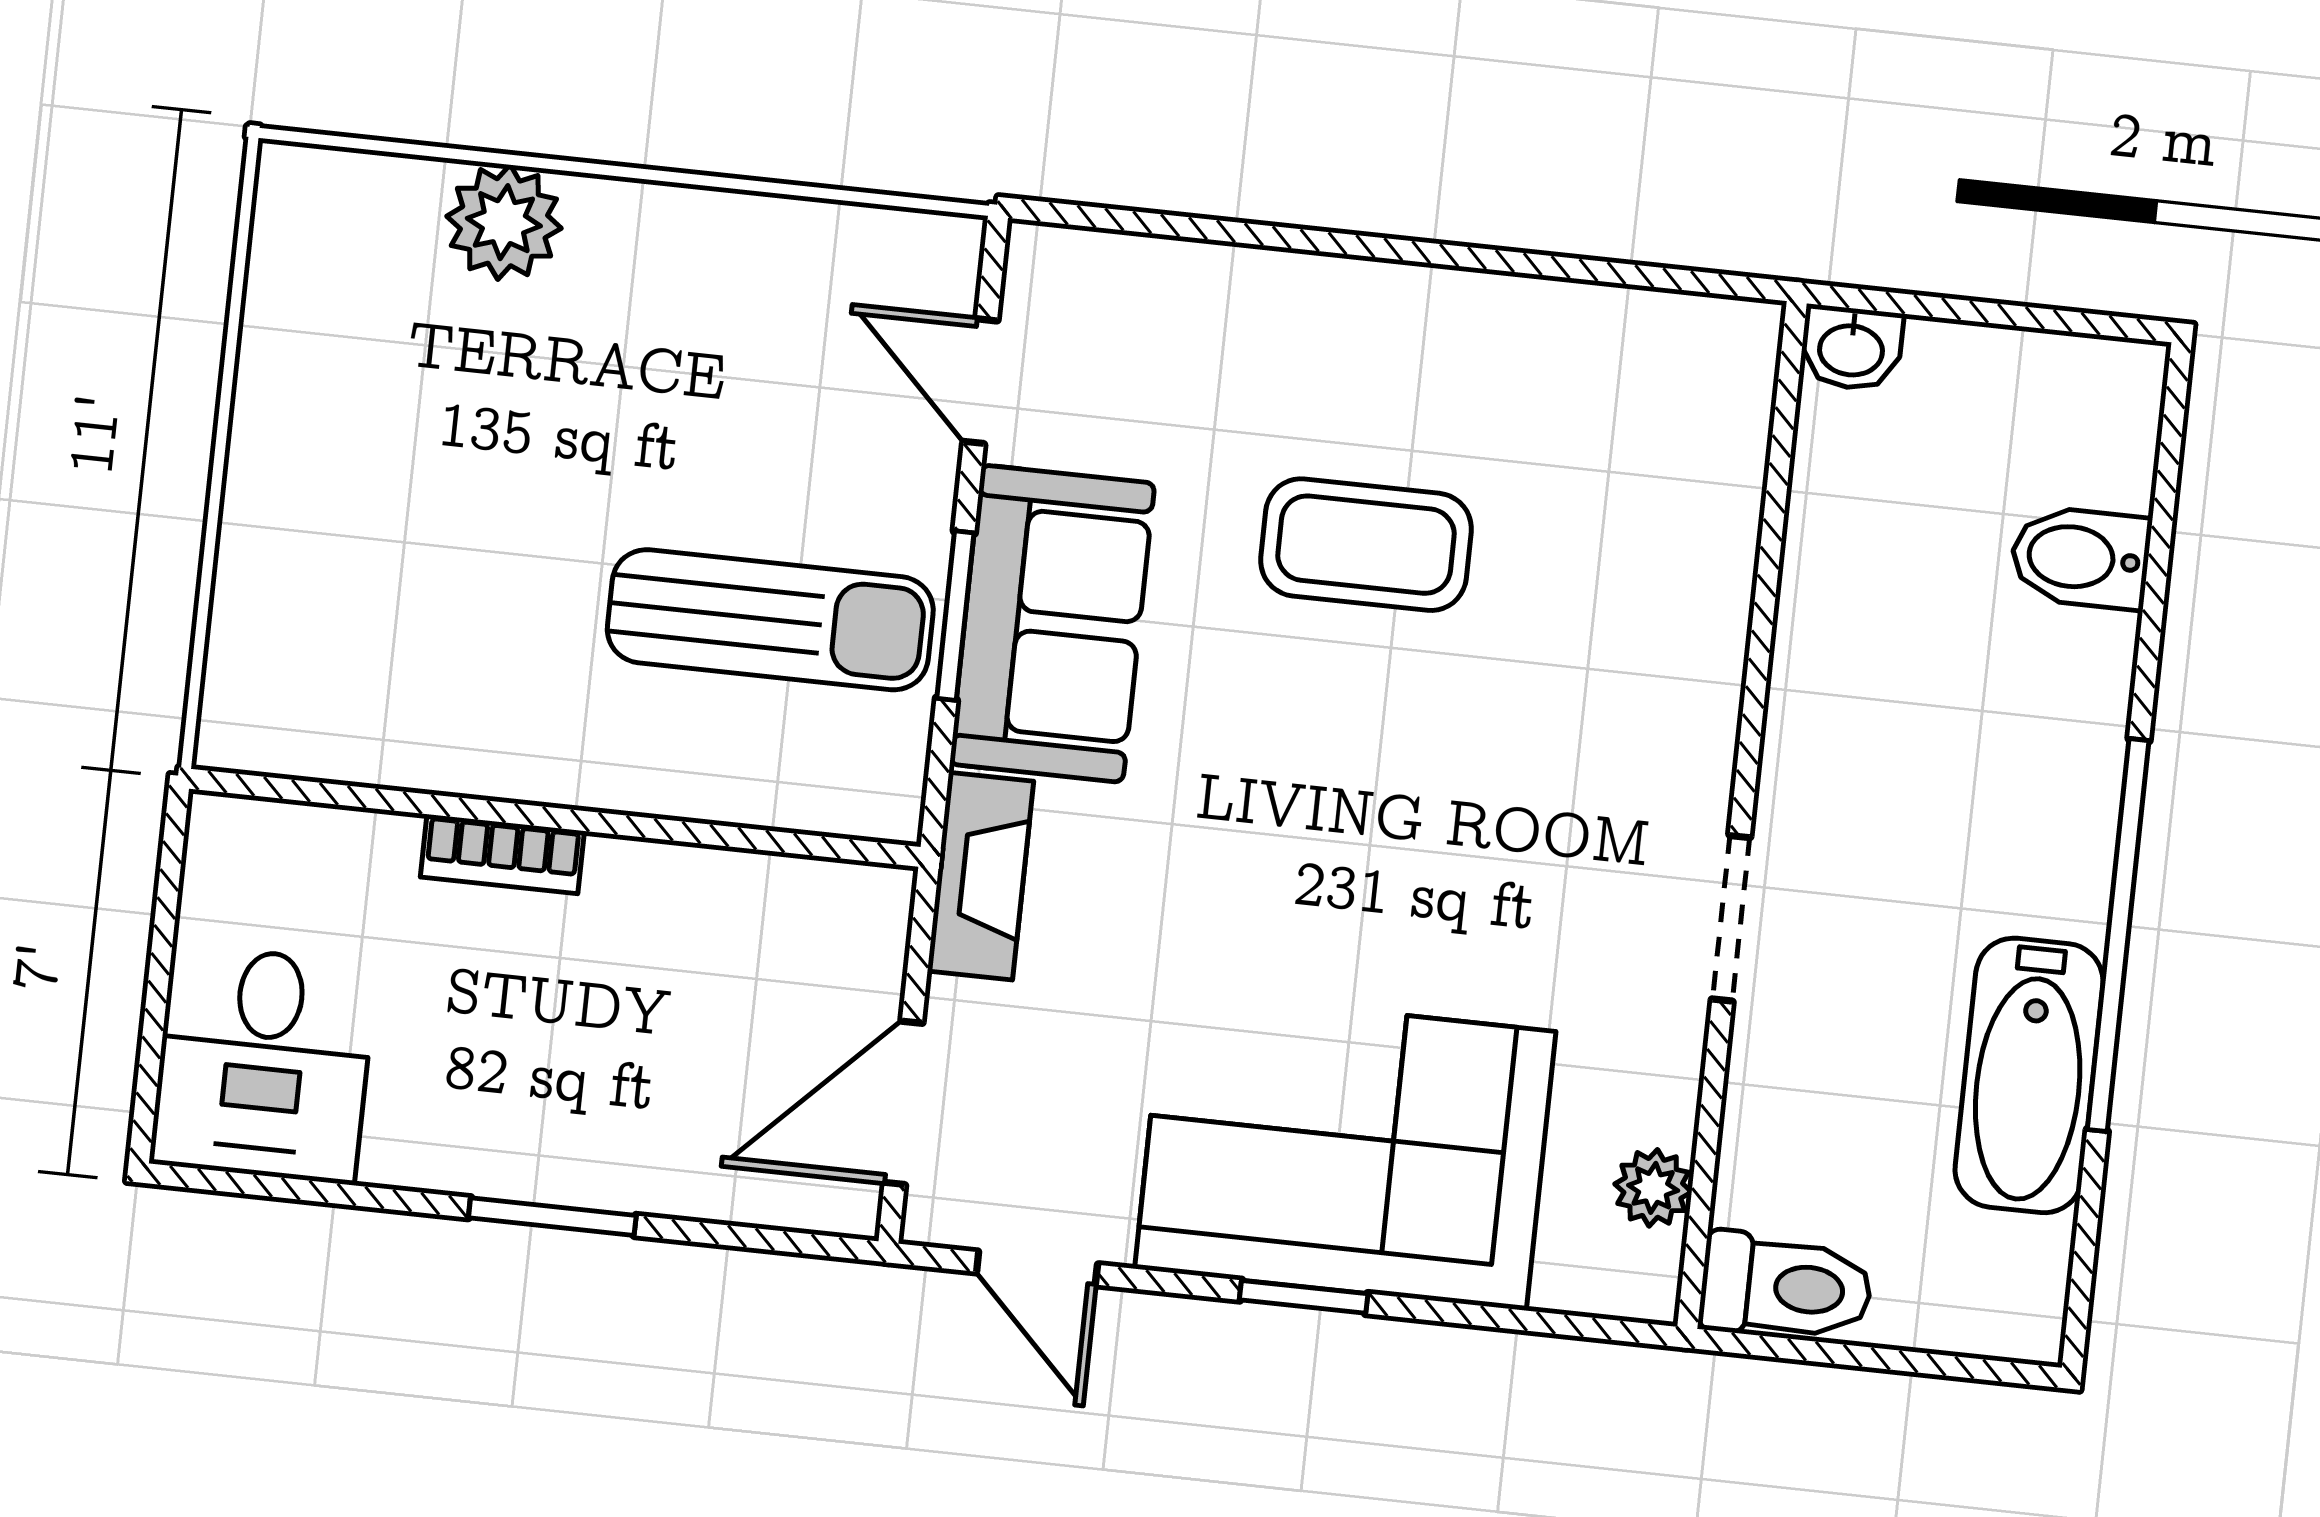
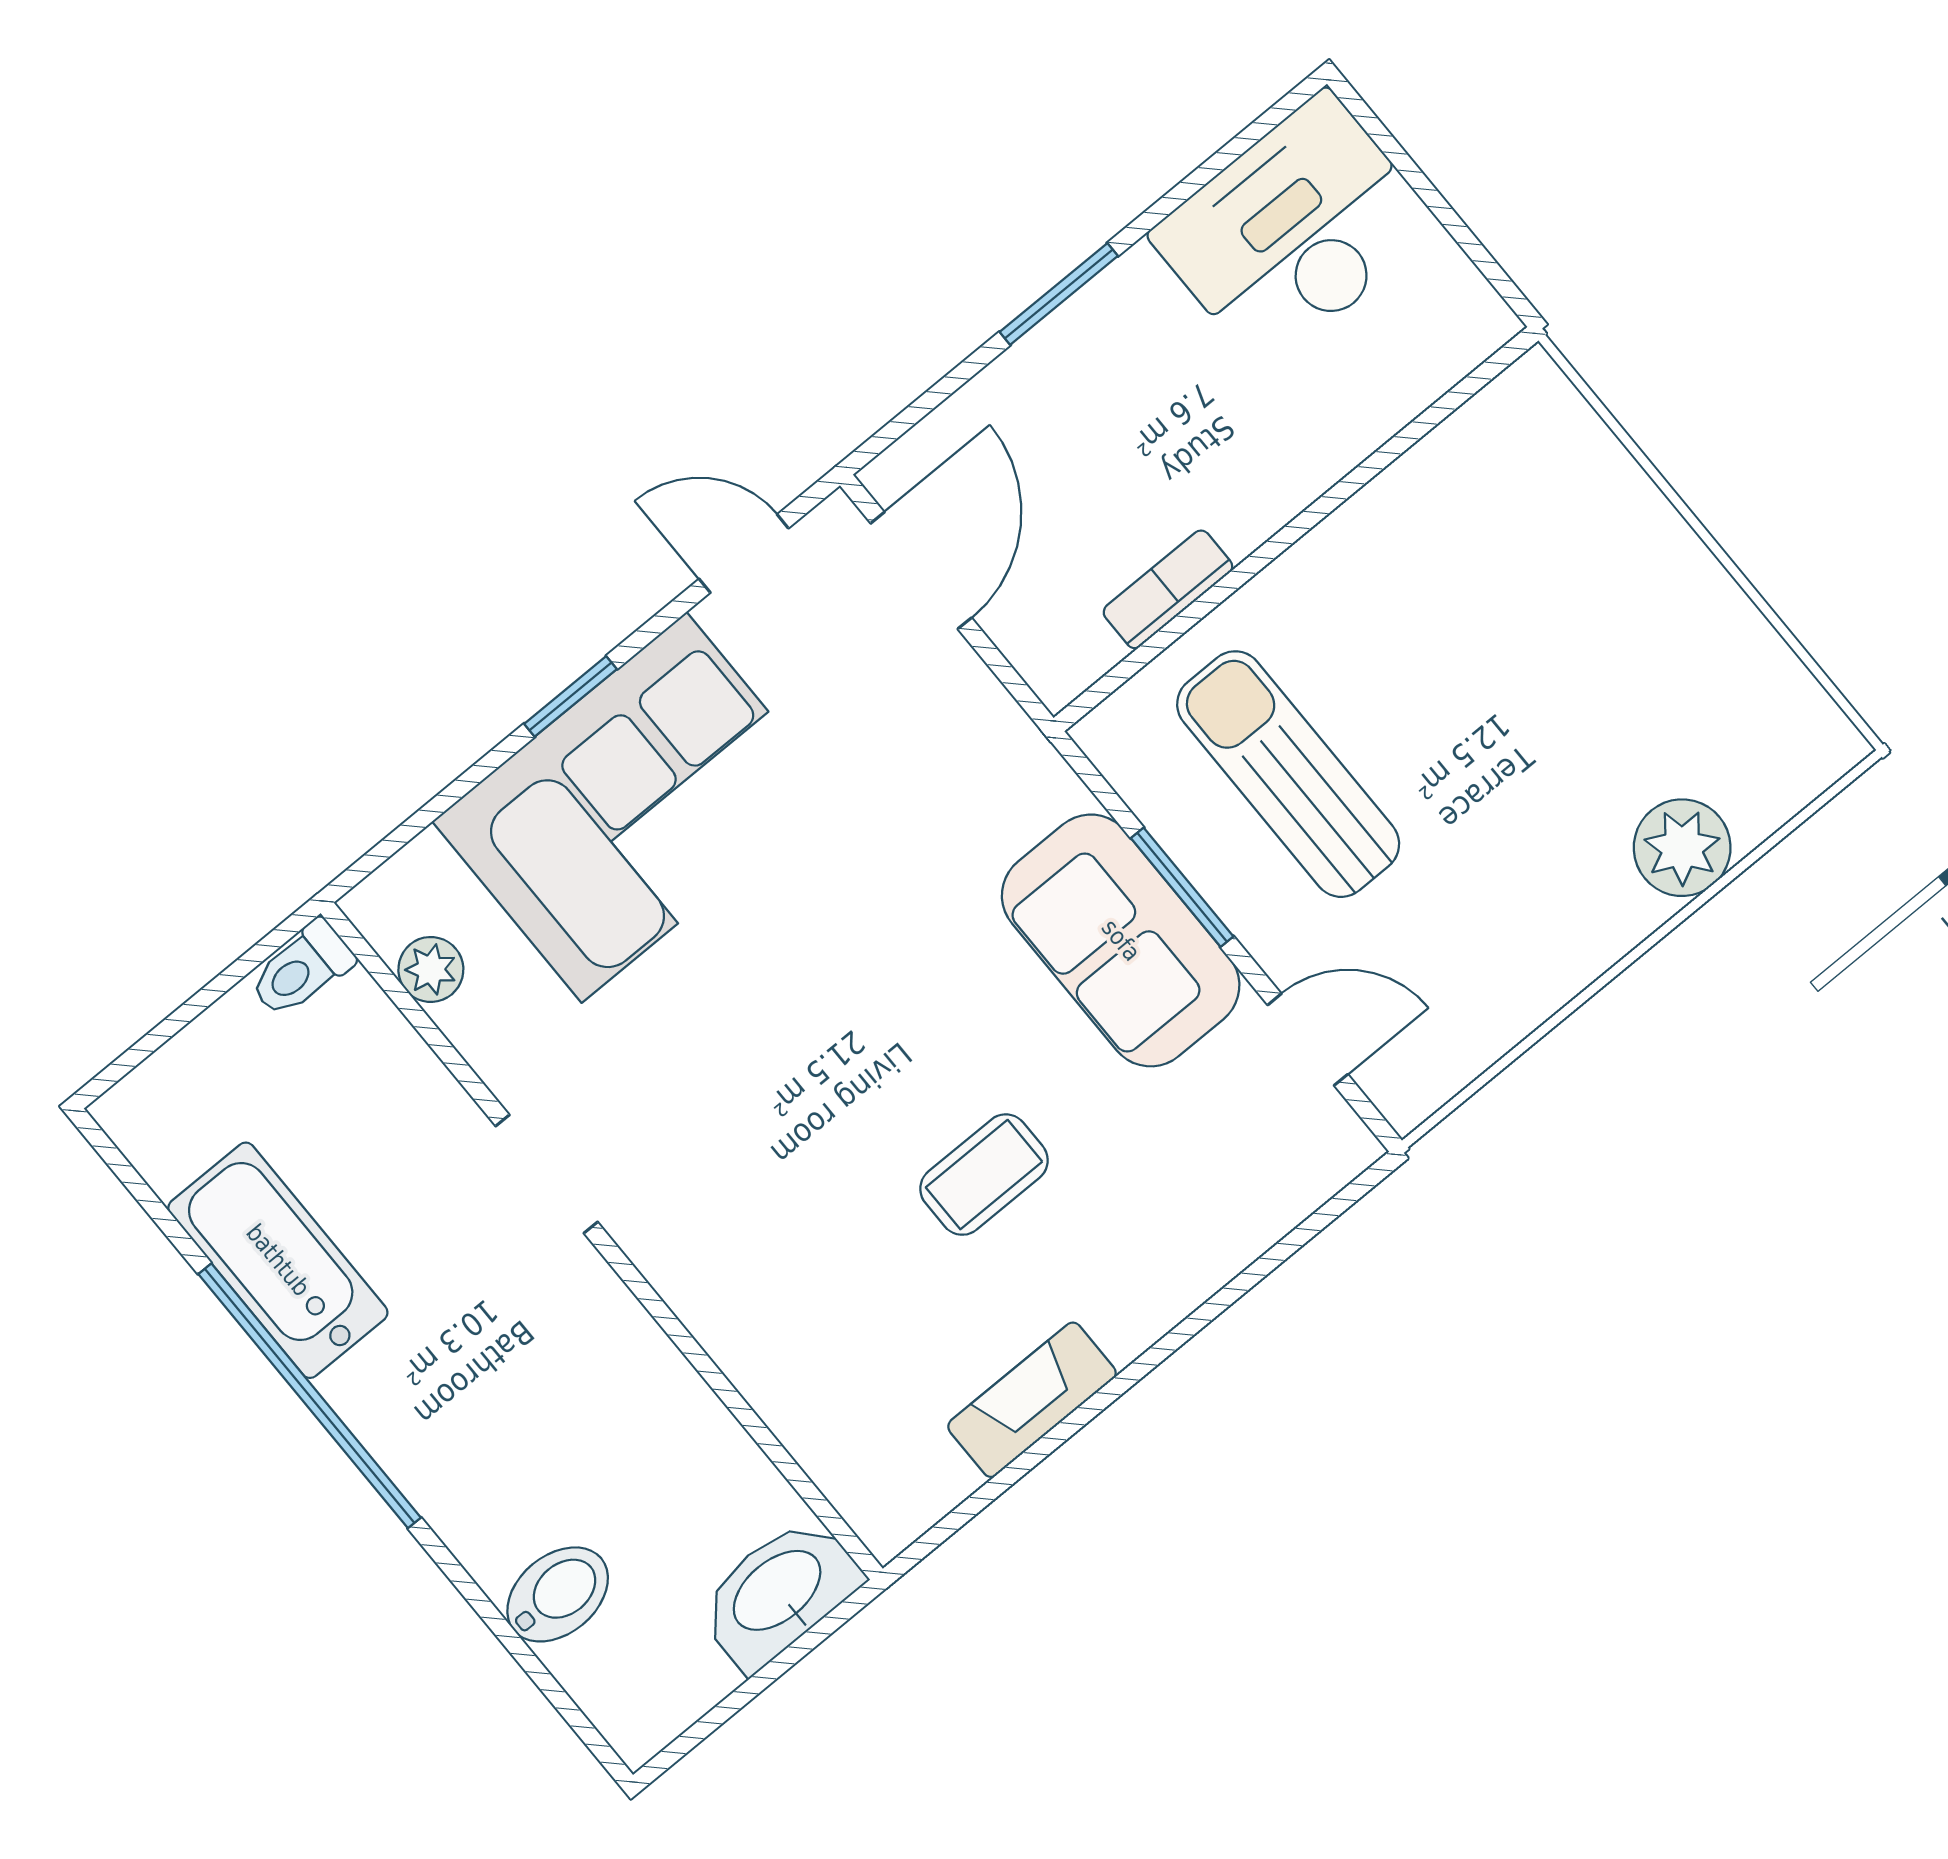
washbasin: (1851, 348) -> (779, 1593), width x1.91, depth x1.45
coffee table: (1366, 545) -> (984, 1175), width x0.73, depth x0.77
sun lounger: (770, 620) -> (1288, 774), turned 90
bookcase: (502, 854) -> (1168, 589), moved
fireplace: (980, 876) -> (1032, 1400), moved, turned 90
desk: (264, 1064) -> (1294, 231), width x1.37
toilet: (1786, 1287) -> (301, 969), width x0.73, depth x0.72

